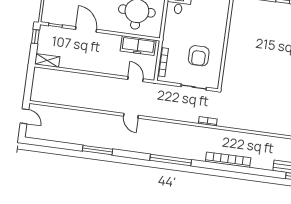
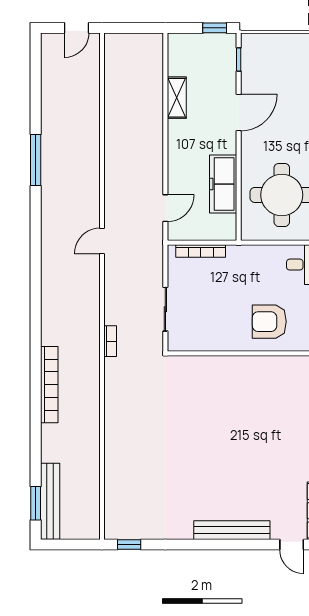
freezer: (138, 46) -> (223, 184), moved
armchair: (199, 56) -> (269, 322), moved
shelving: (47, 61) -> (177, 98), moved
door: (131, 116) -> (102, 241), moved
window: (171, 160) -> (36, 287), removed

